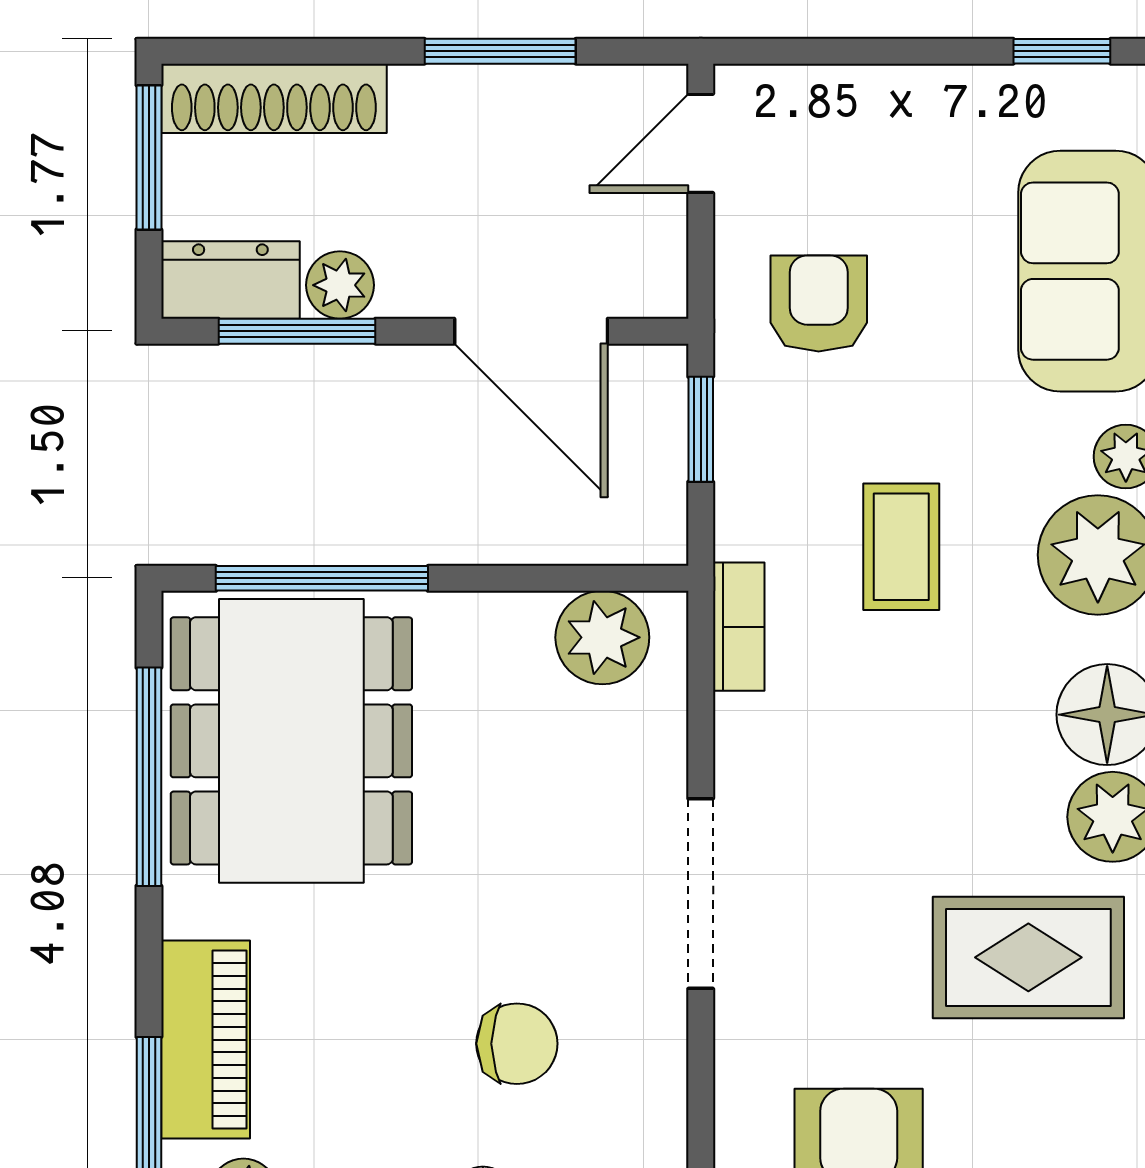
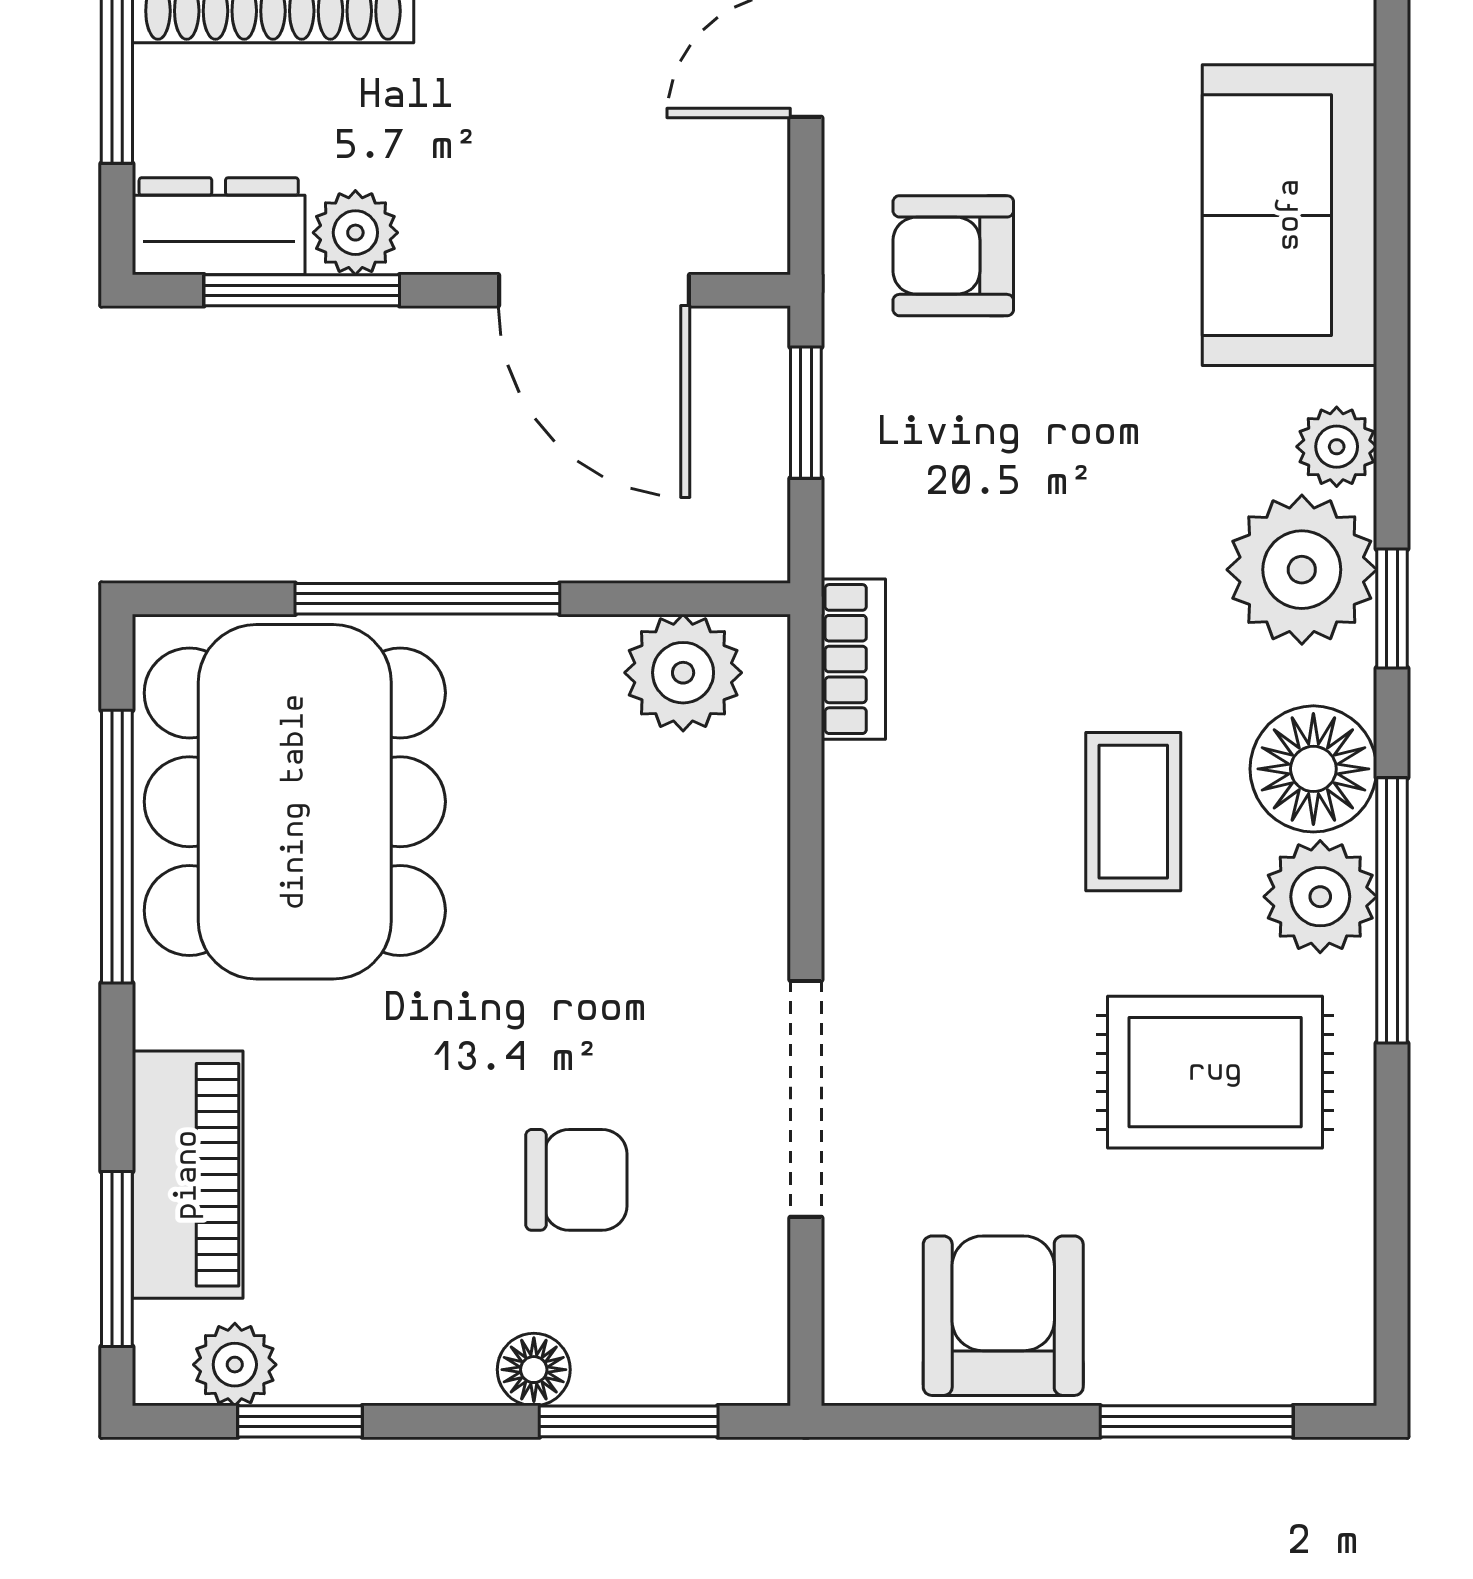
armchair: (819, 304) -> (953, 256), turned -90
coffee table: (901, 547) -> (1133, 812), moved
window: (322, 578) -> (427, 599), moved
doorway: (701, 894) -> (806, 1099), moved

